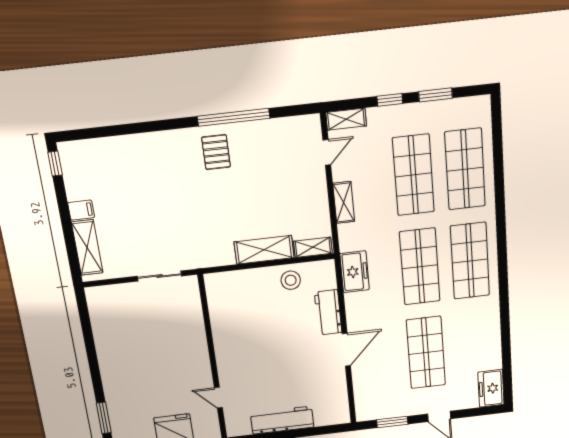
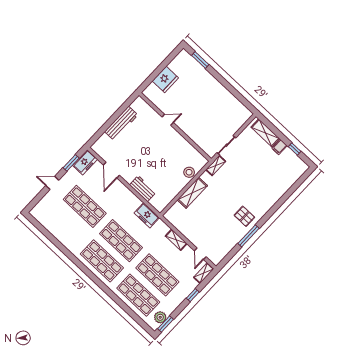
window: (436, 95) -> (165, 324), moved
plant: (464, 109) -> (160, 317), added
window: (234, 117) -> (249, 236), width x0.68
window: (55, 164) -> (295, 149), moved
shelving: (313, 247) -> (216, 166), moved
stool: (291, 280) -> (189, 172), moved
door: (346, 350) -> (111, 170), moved
freezer: (491, 388) -> (85, 162), moved, turned 90
door: (218, 398) -> (168, 120), moved

